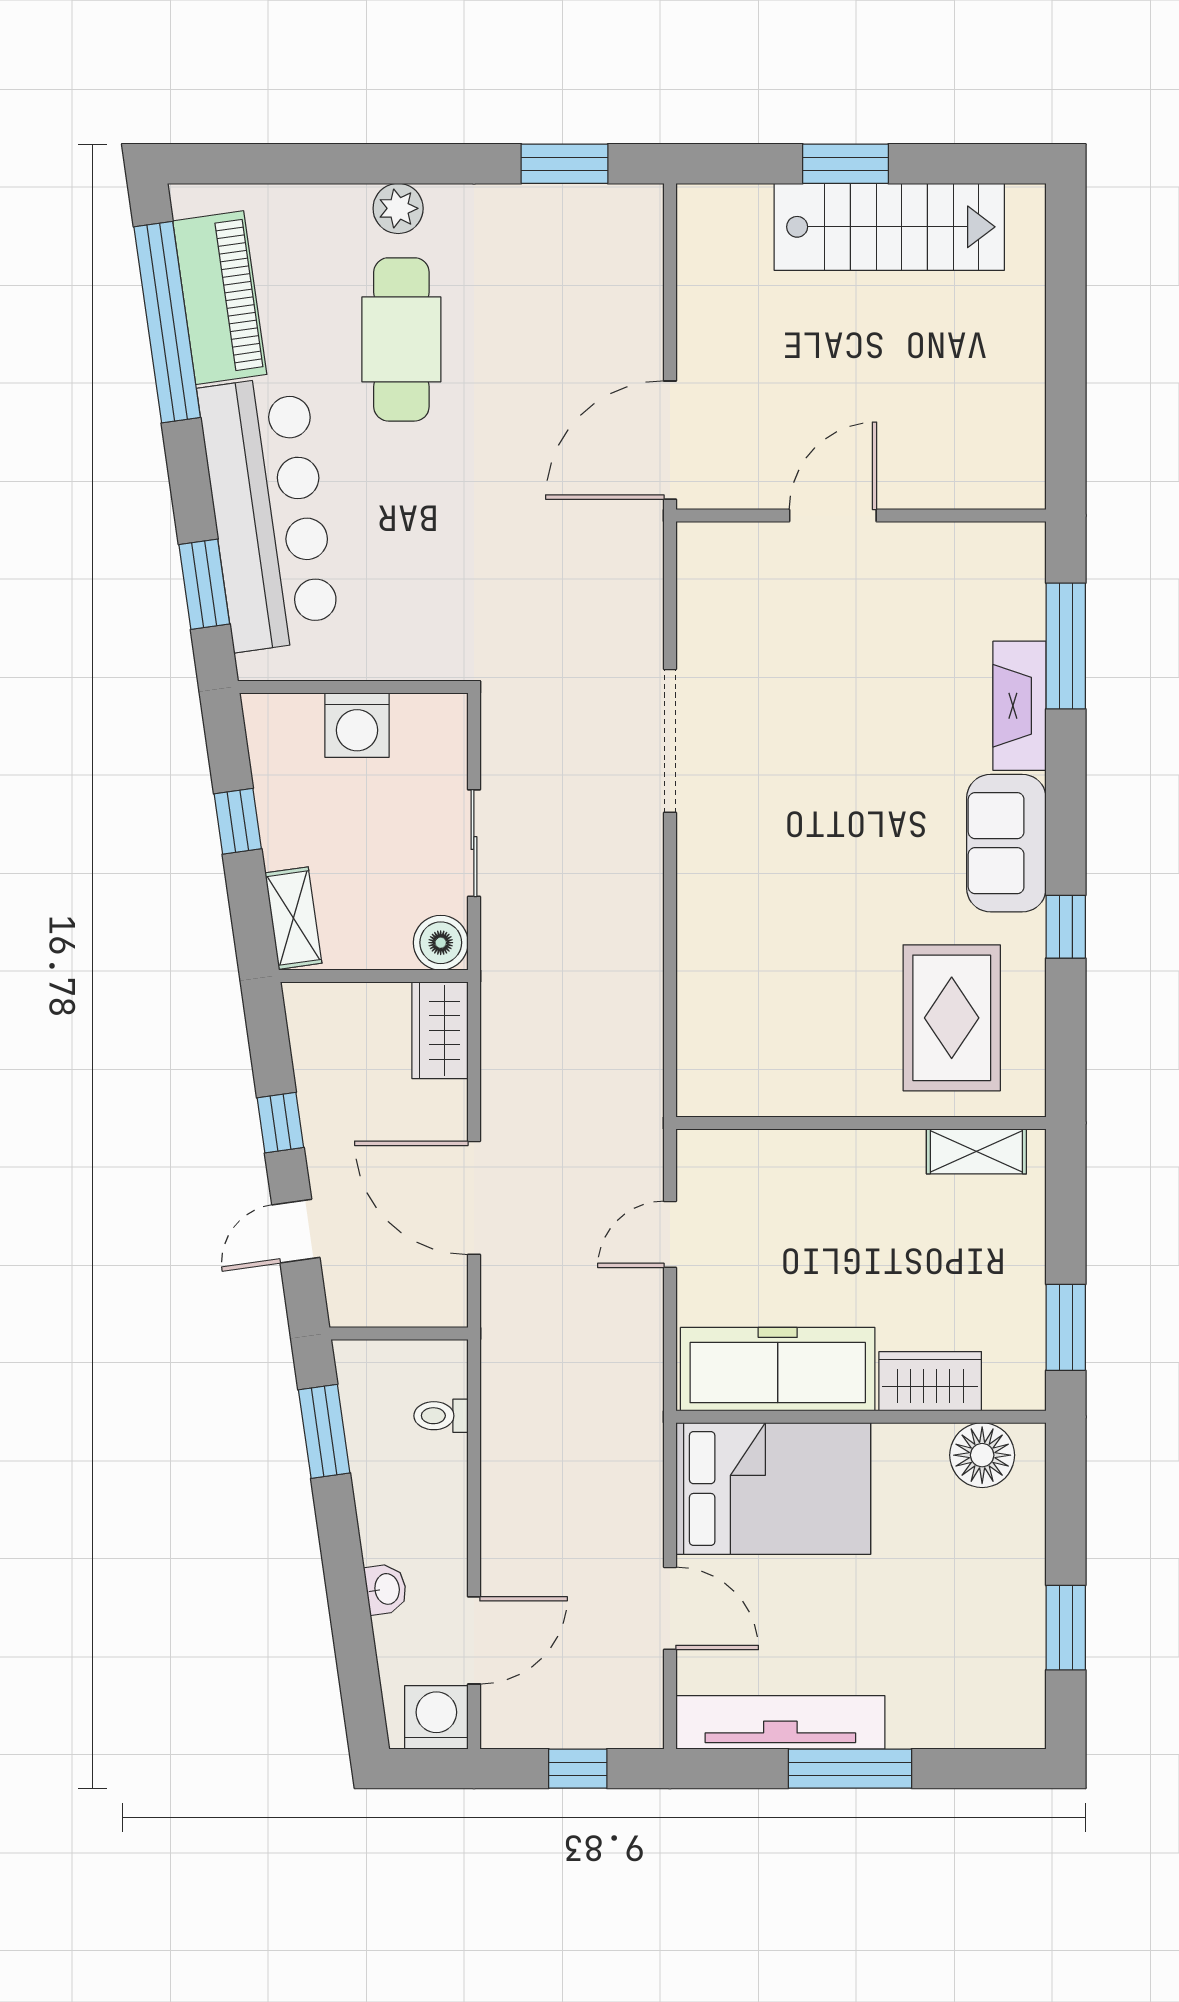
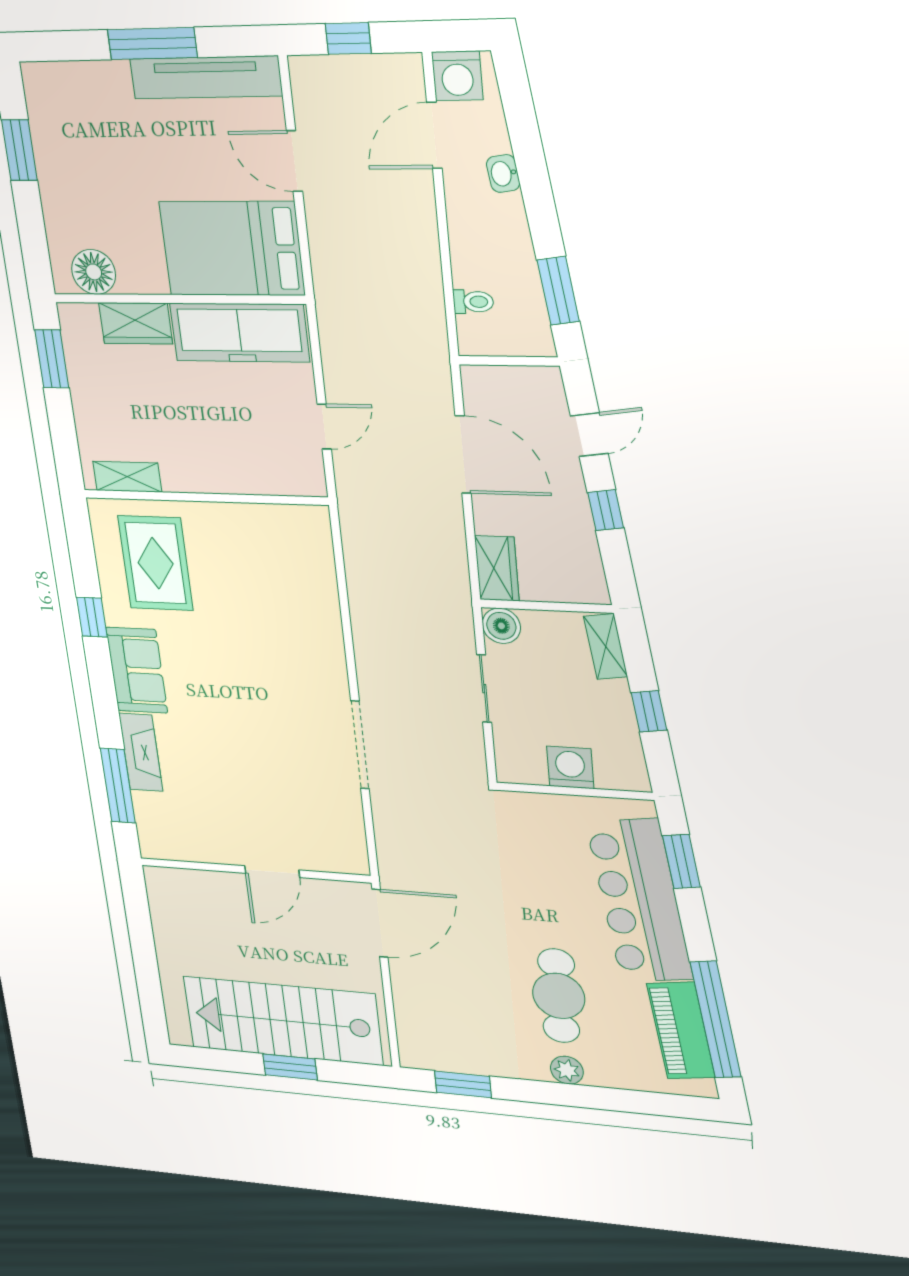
stairs: (889, 227) -> (283, 1021), width x1.36, depth x1.51

